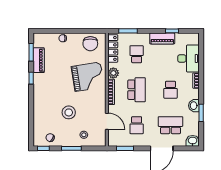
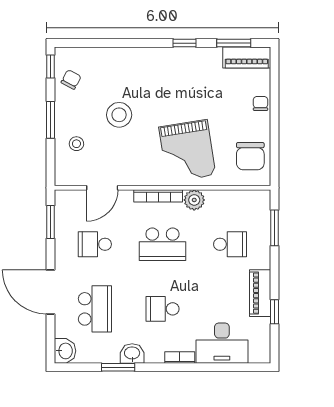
chair: (90, 44) -> (250, 156), turned -90
locker: (113, 48) -> (241, 199), removed
piano: (39, 60) -> (247, 58), moved

